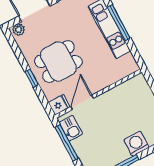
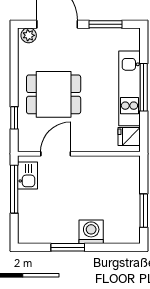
window: (32, 78) -> (14, 118), moved
fridge: (59, 105) -> (129, 137), moved, turned 180

